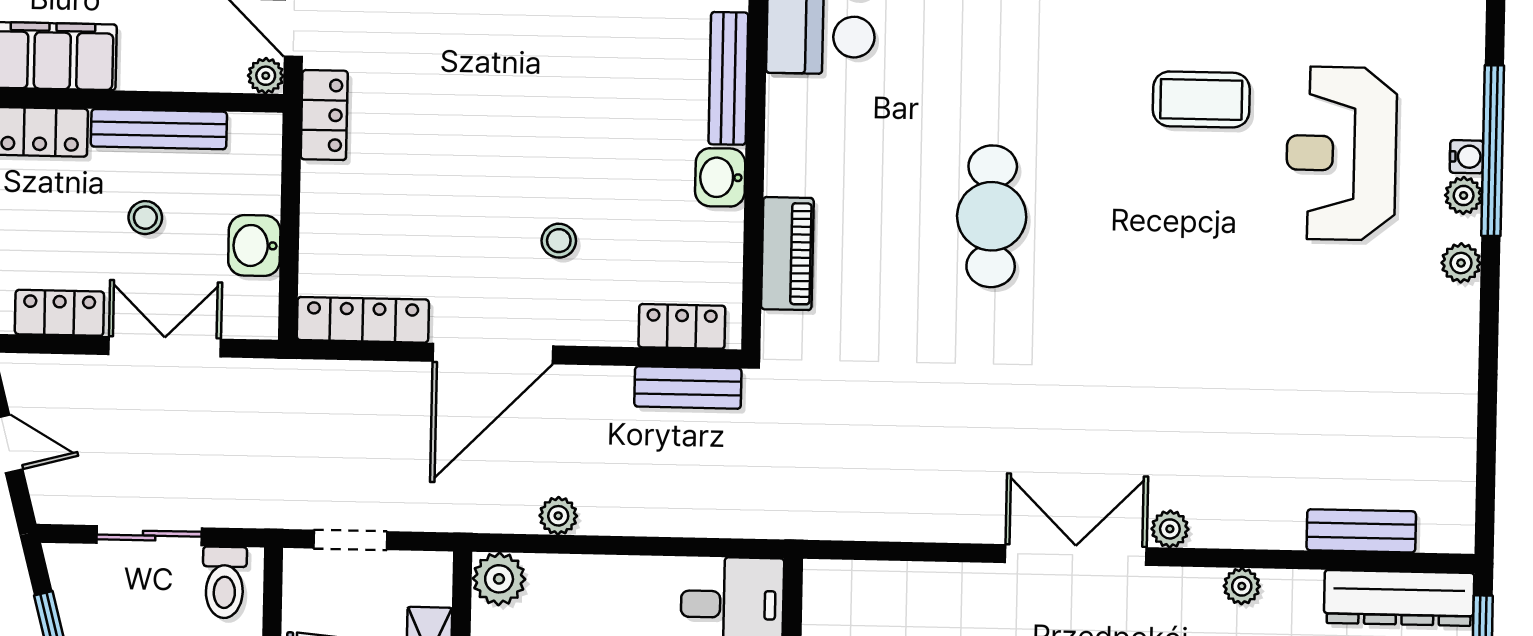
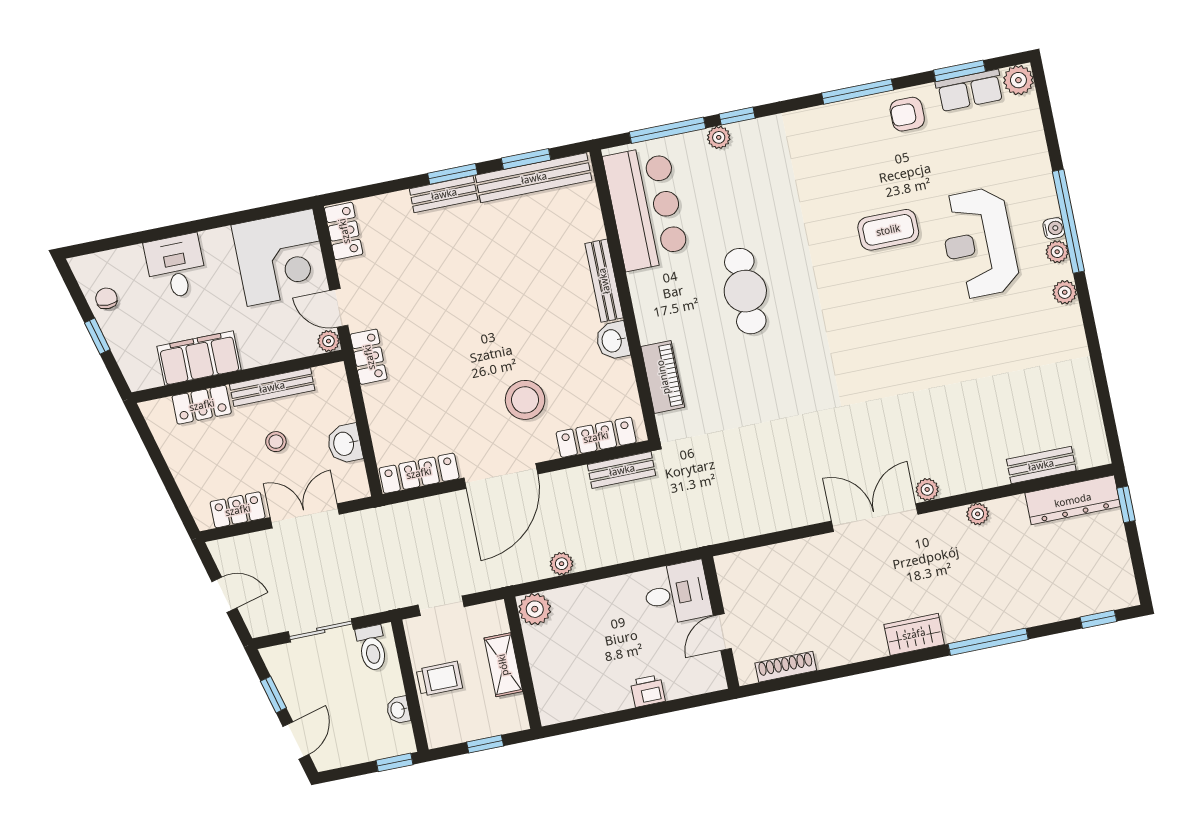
cafe table: (992, 216) -> (745, 291), moved
stool: (559, 241) -> (525, 400), width x1.89, depth x1.89
locker: (682, 326) -> (596, 437), width x1.53

